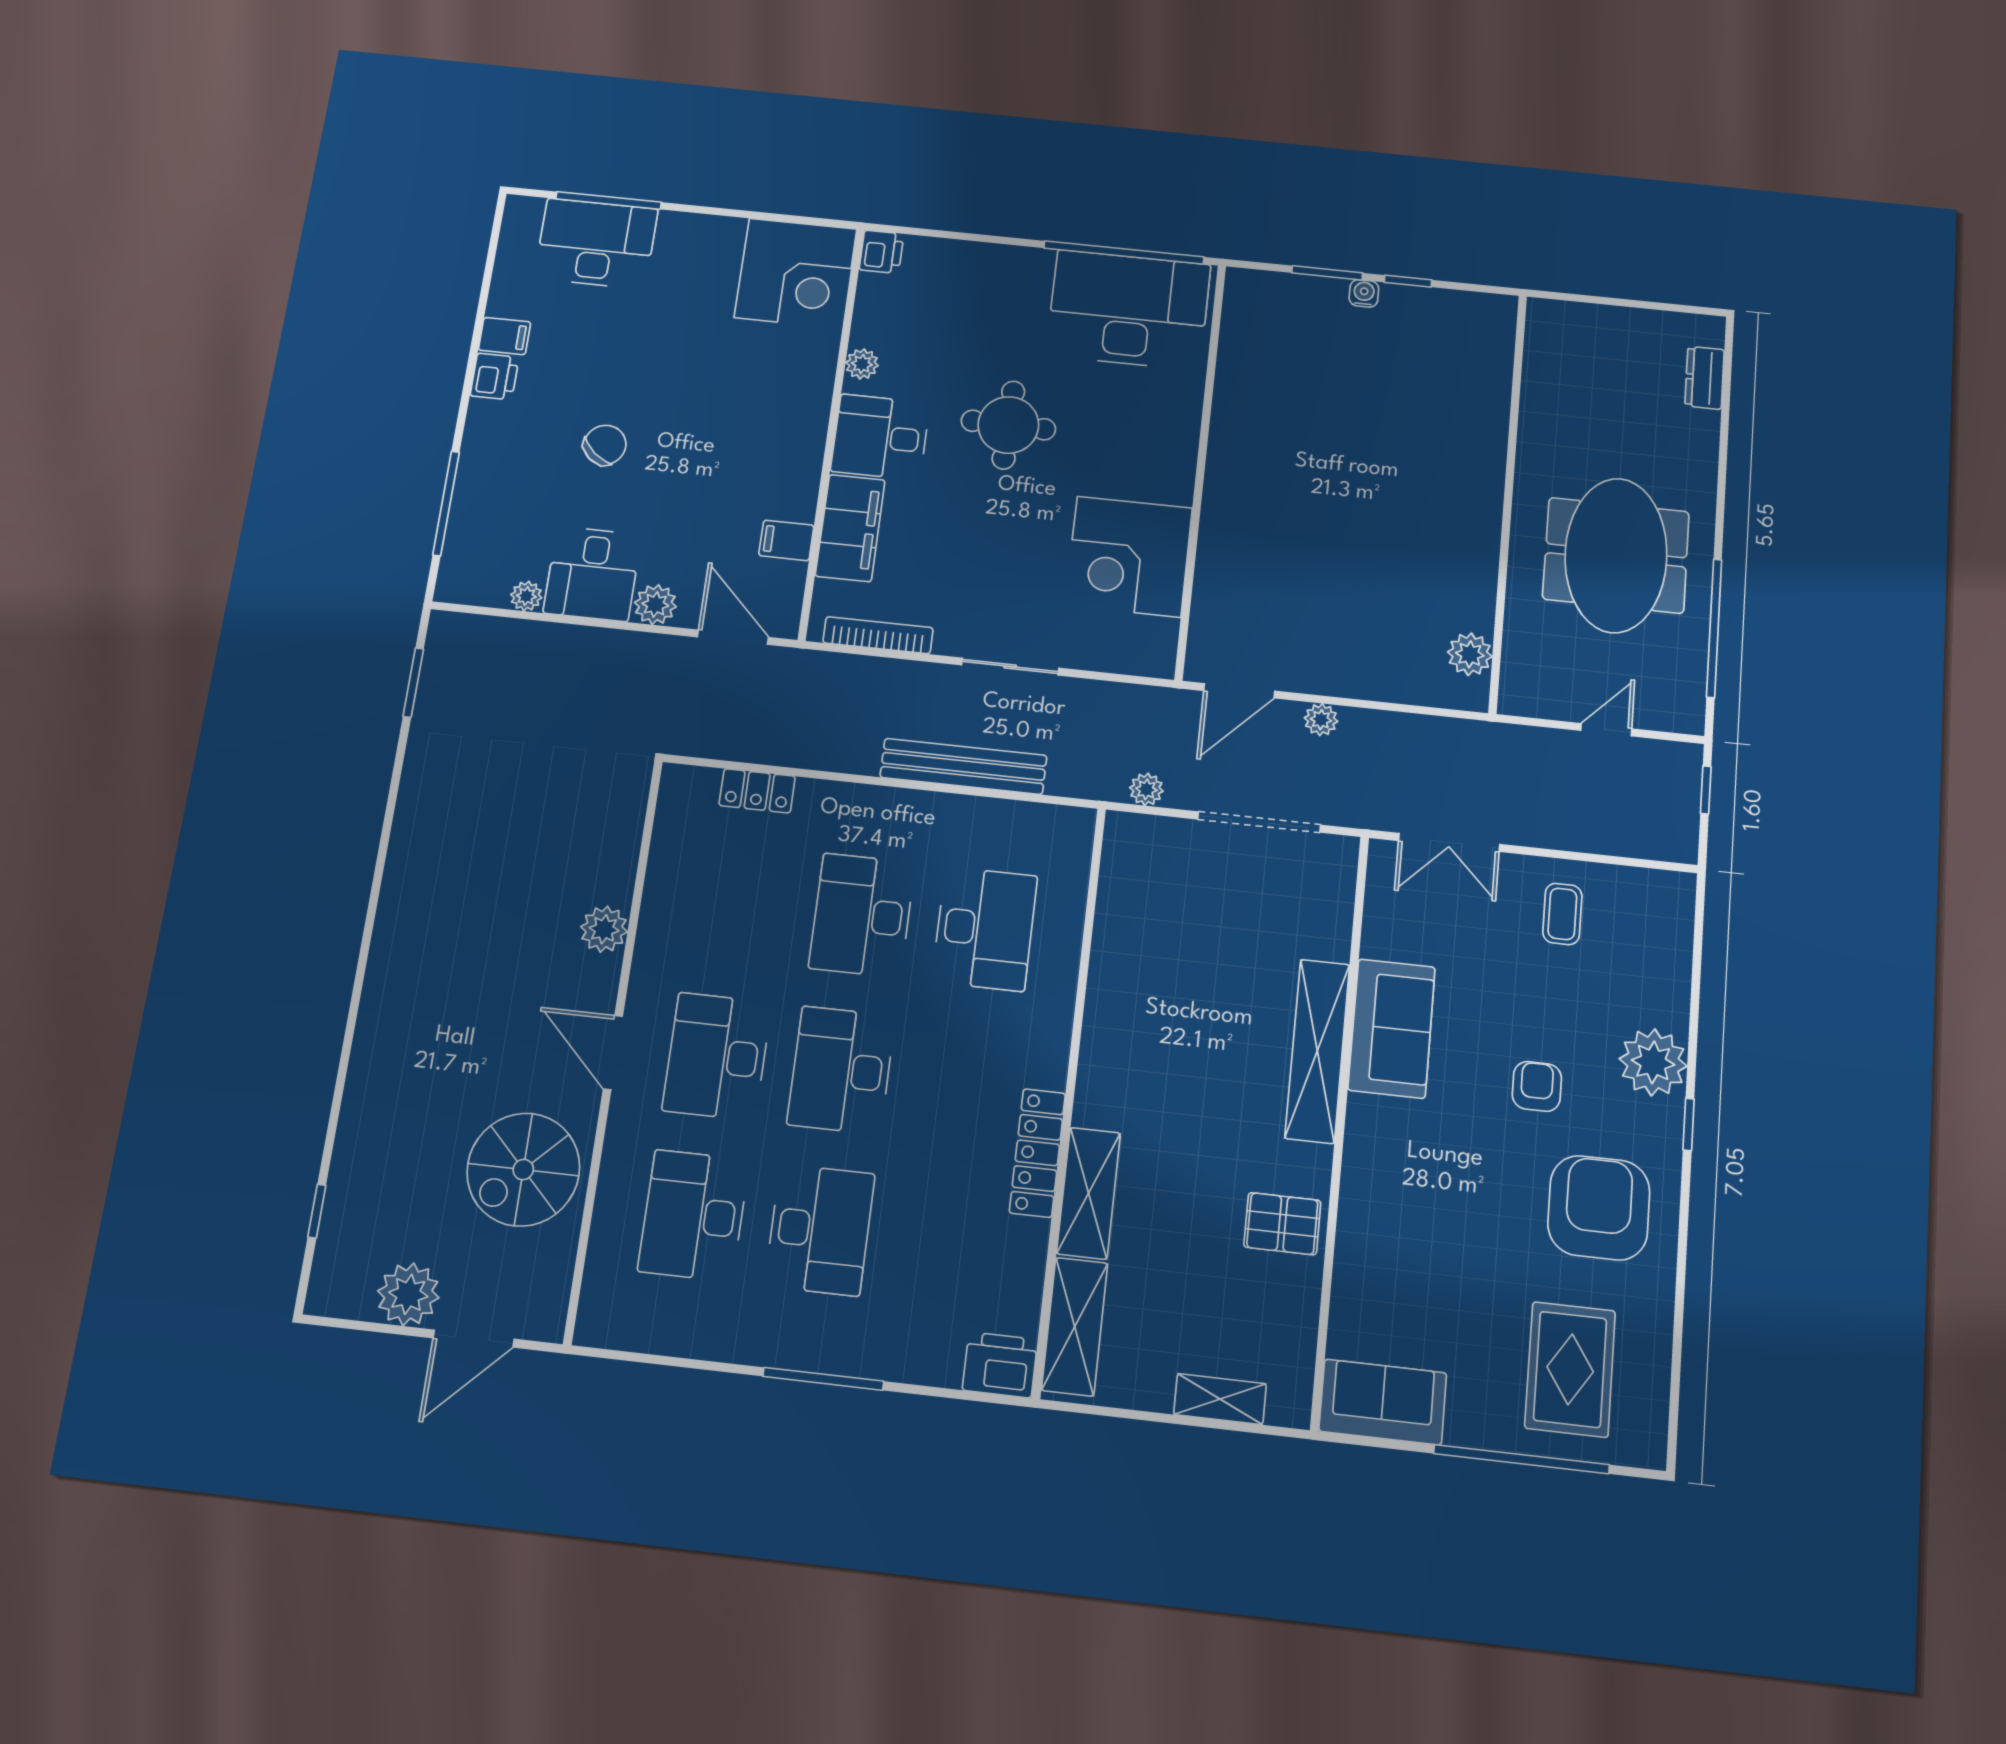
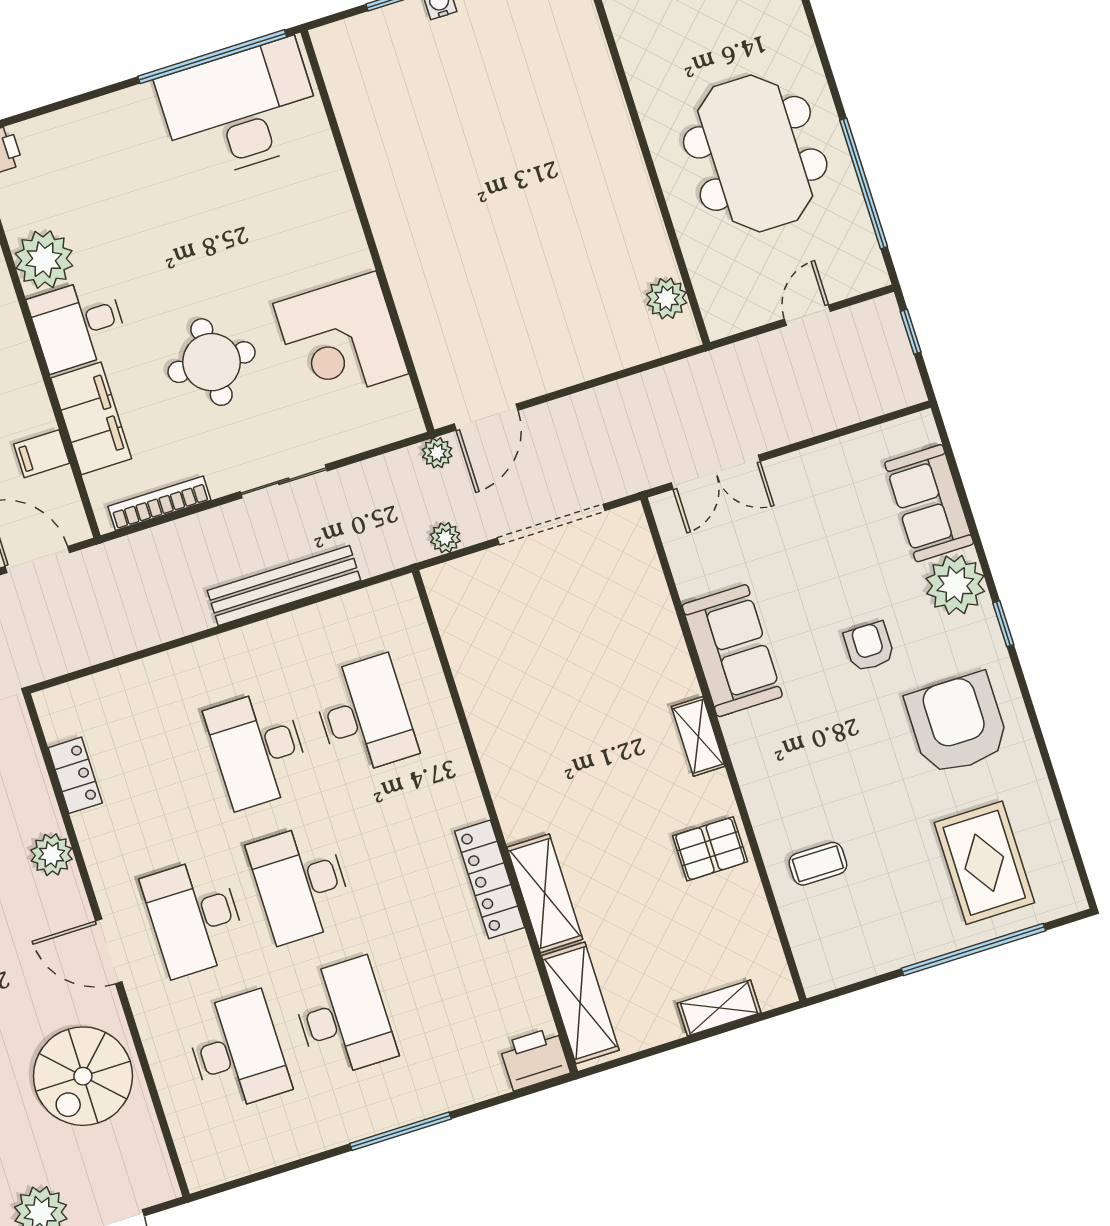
plant: (862, 364) -> (44, 260), width x1.88, depth x1.88
round table: (1008, 425) -> (212, 362), moved
plant: (1321, 720) -> (437, 453), moved
locker: (757, 791) -> (75, 775), moved, turned -90
coffee table: (1562, 914) -> (818, 864), moved, turned 90
shelving: (1317, 1051) -> (698, 736), width x0.45, depth x0.75
desk: (694, 1215) -> (237, 1051), turned 180
sofa: (1383, 1402) -> (929, 503), moved, turned -90

